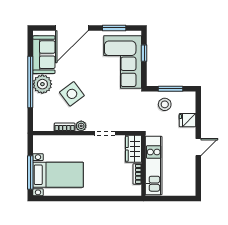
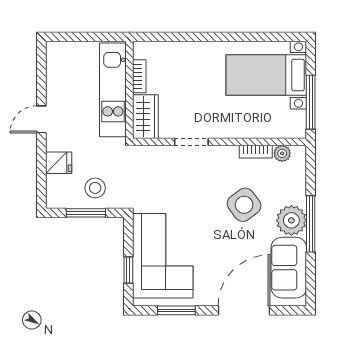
window: (30, 82) -> (311, 224), width x0.68
plant: (81, 126) -> (282, 153), moved
window: (30, 173) -> (311, 102), moved

